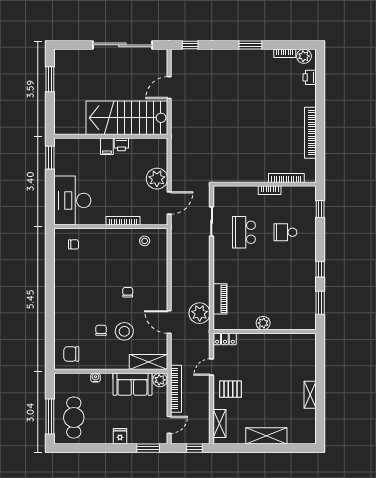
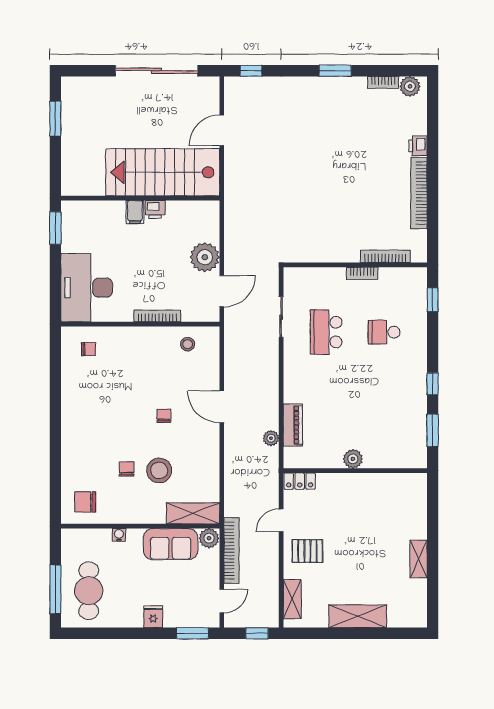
printer: (310, 77) -> (418, 146), moved
plant: (200, 313) -> (271, 438), width x0.53, depth x0.53
door: (169, 322) -> (222, 407), moved

